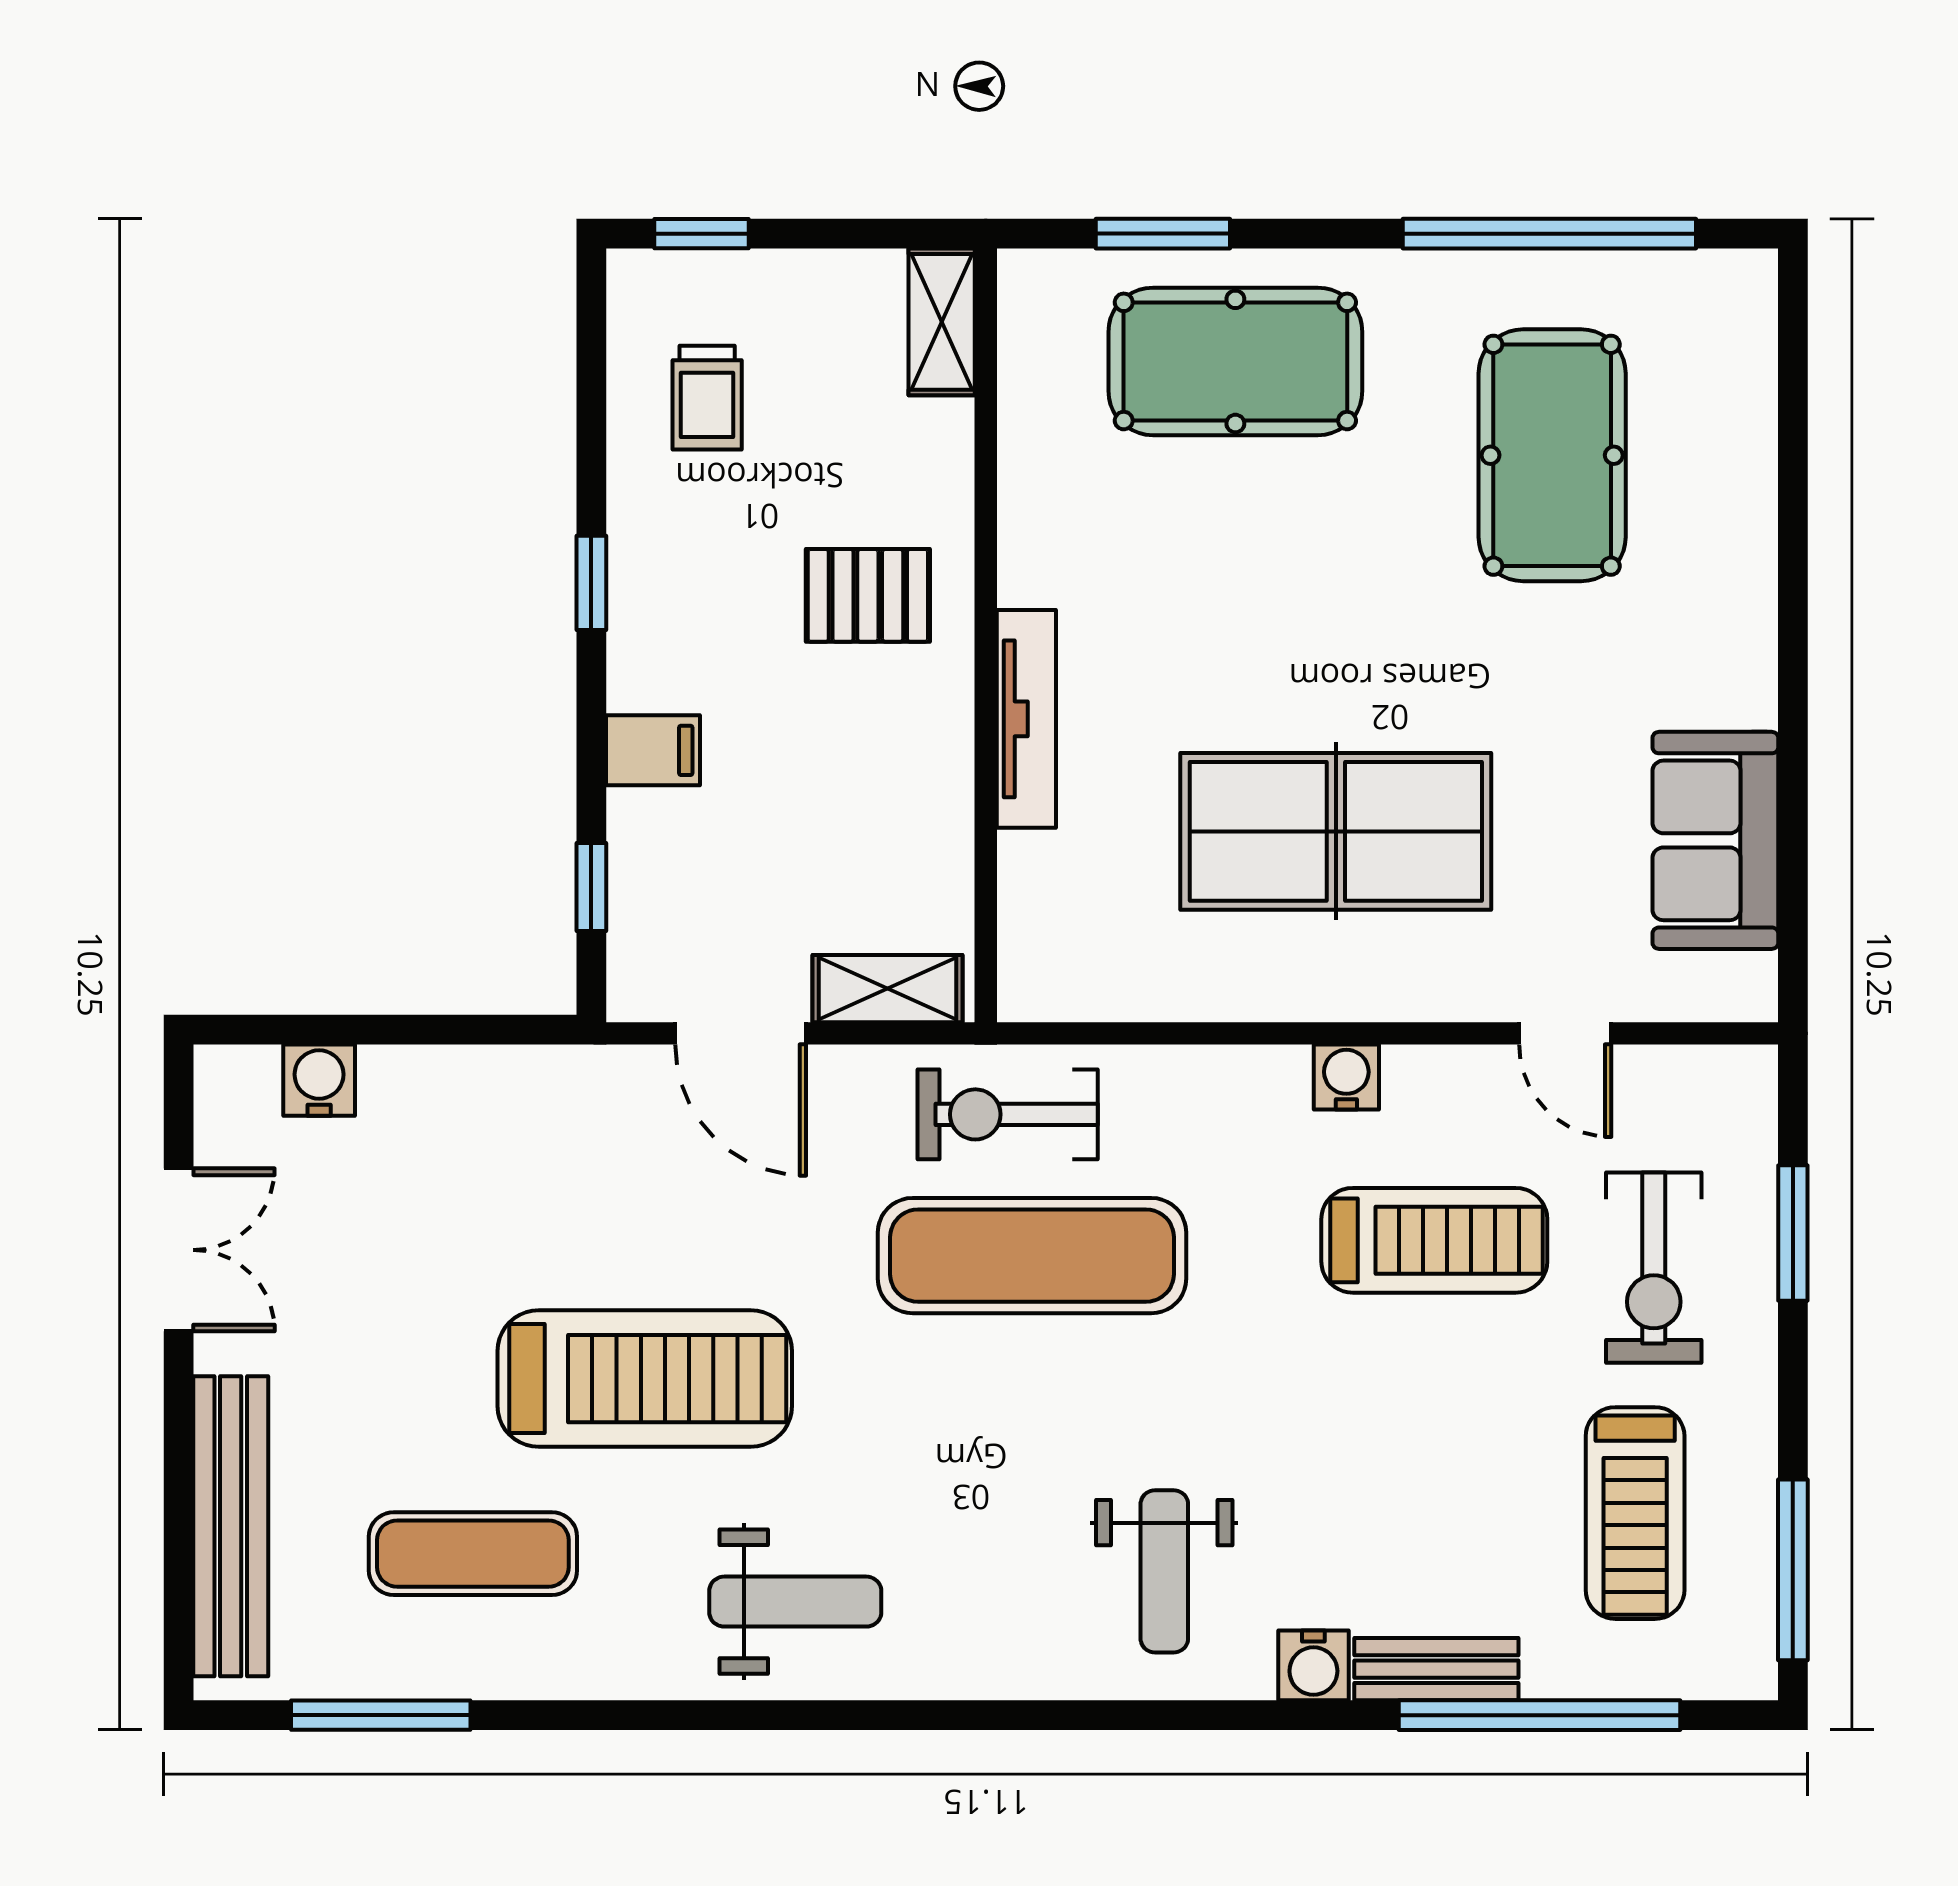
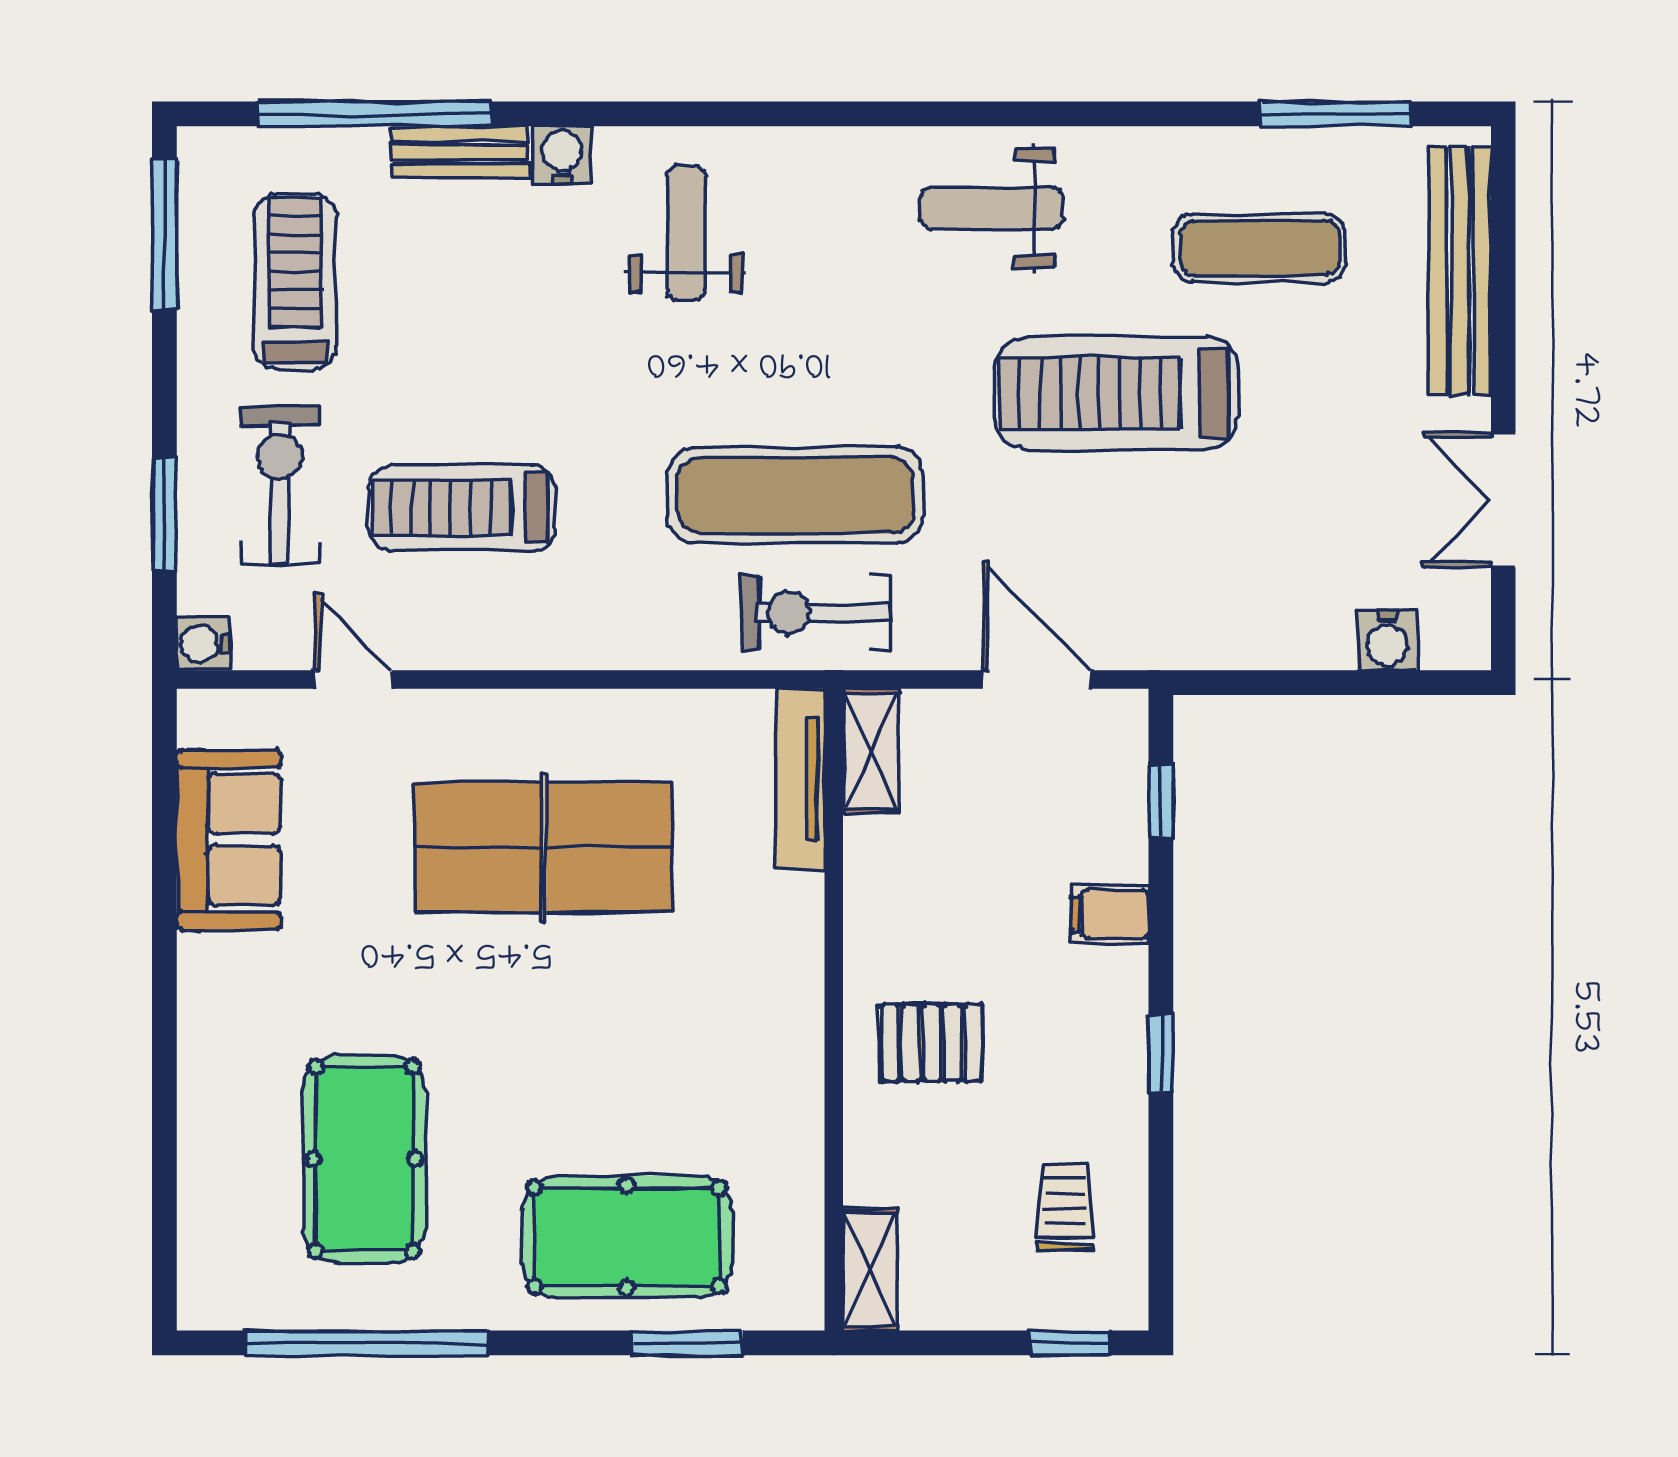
tv unit: (1026, 719) -> (800, 779), moved
shelving: (888, 989) -> (871, 751), moved, turned 90
water cooler: (1346, 1077) -> (204, 643), moved, turned 90
exercise bike: (1008, 1114) -> (816, 612), turned 180

